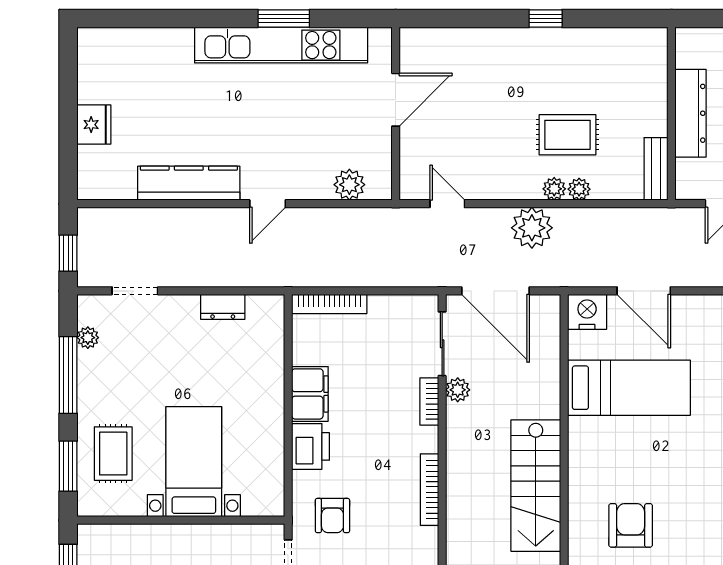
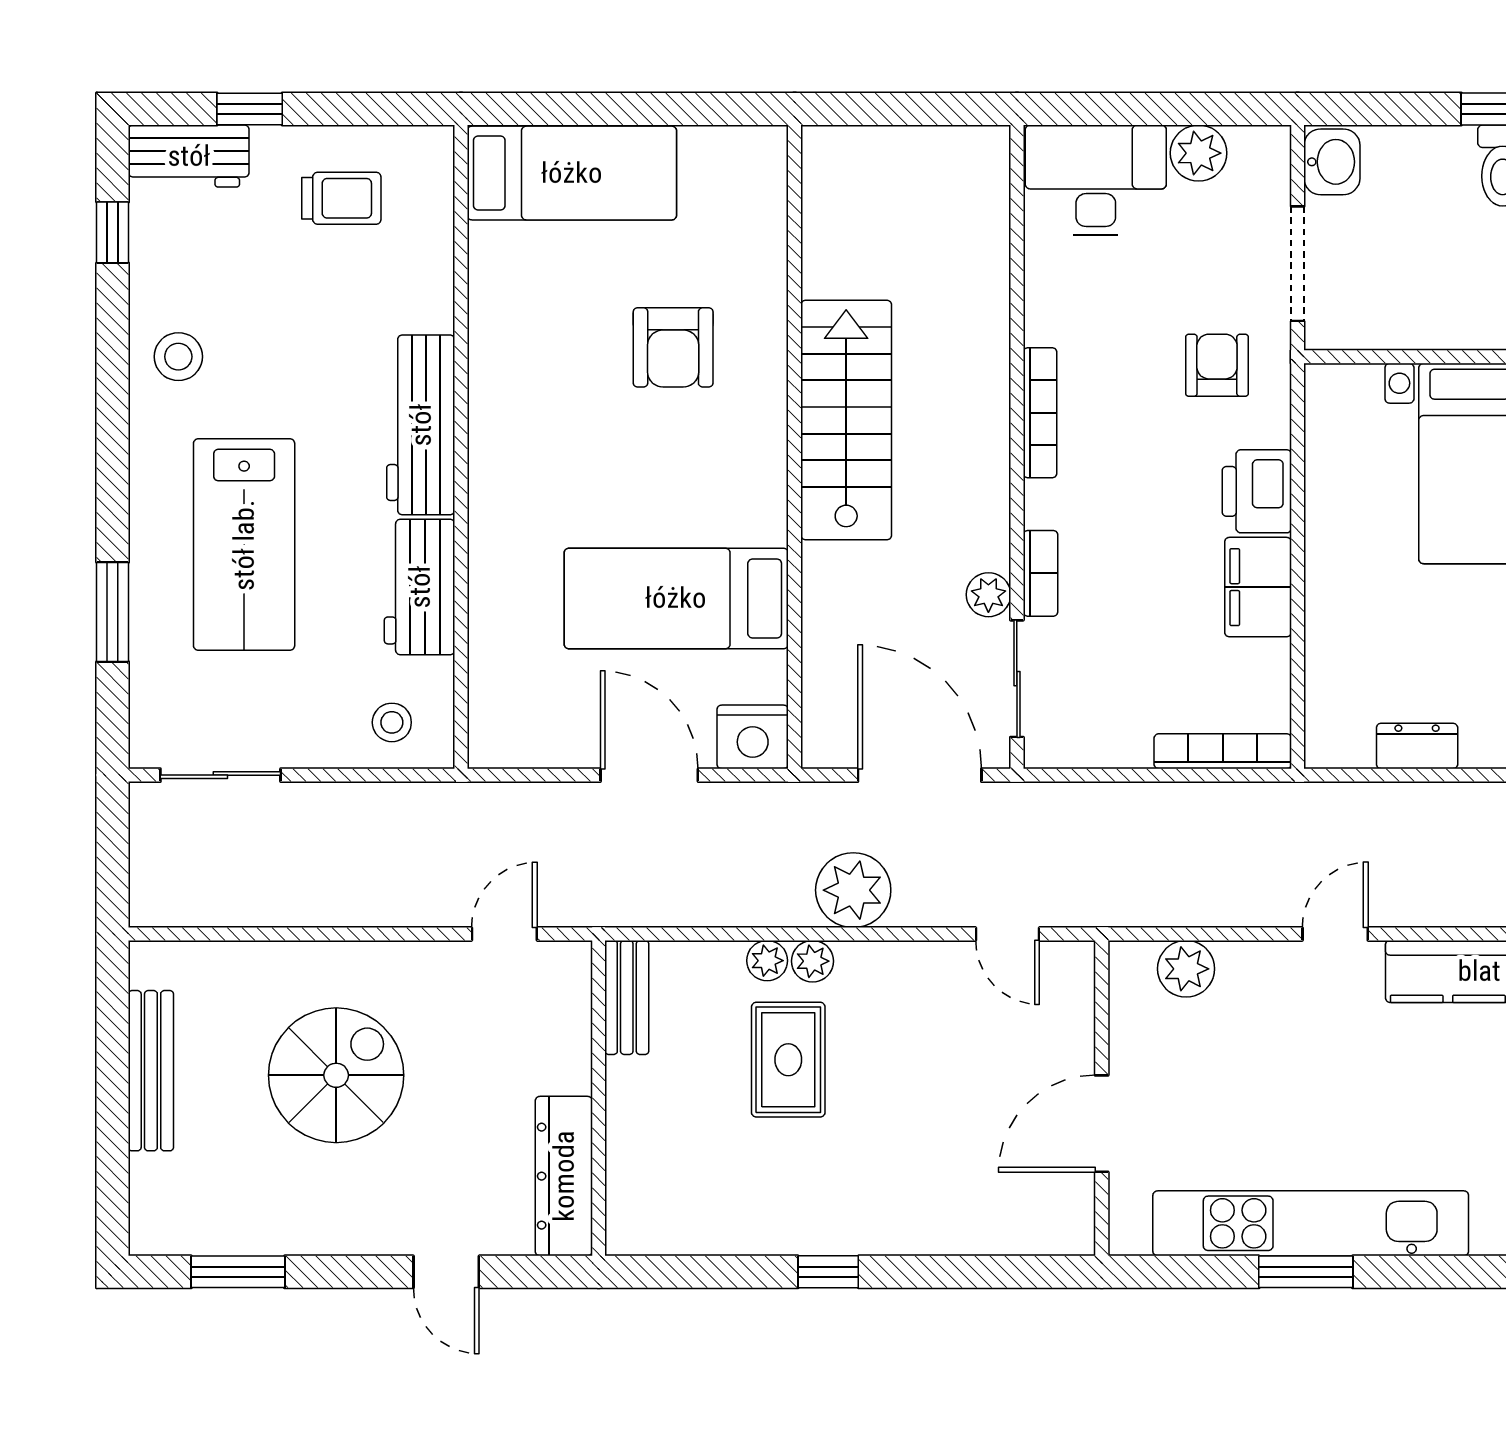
dresser: (691, 113) -> (564, 1176), moved
rug: (567, 135) -> (788, 1060), turned 90

